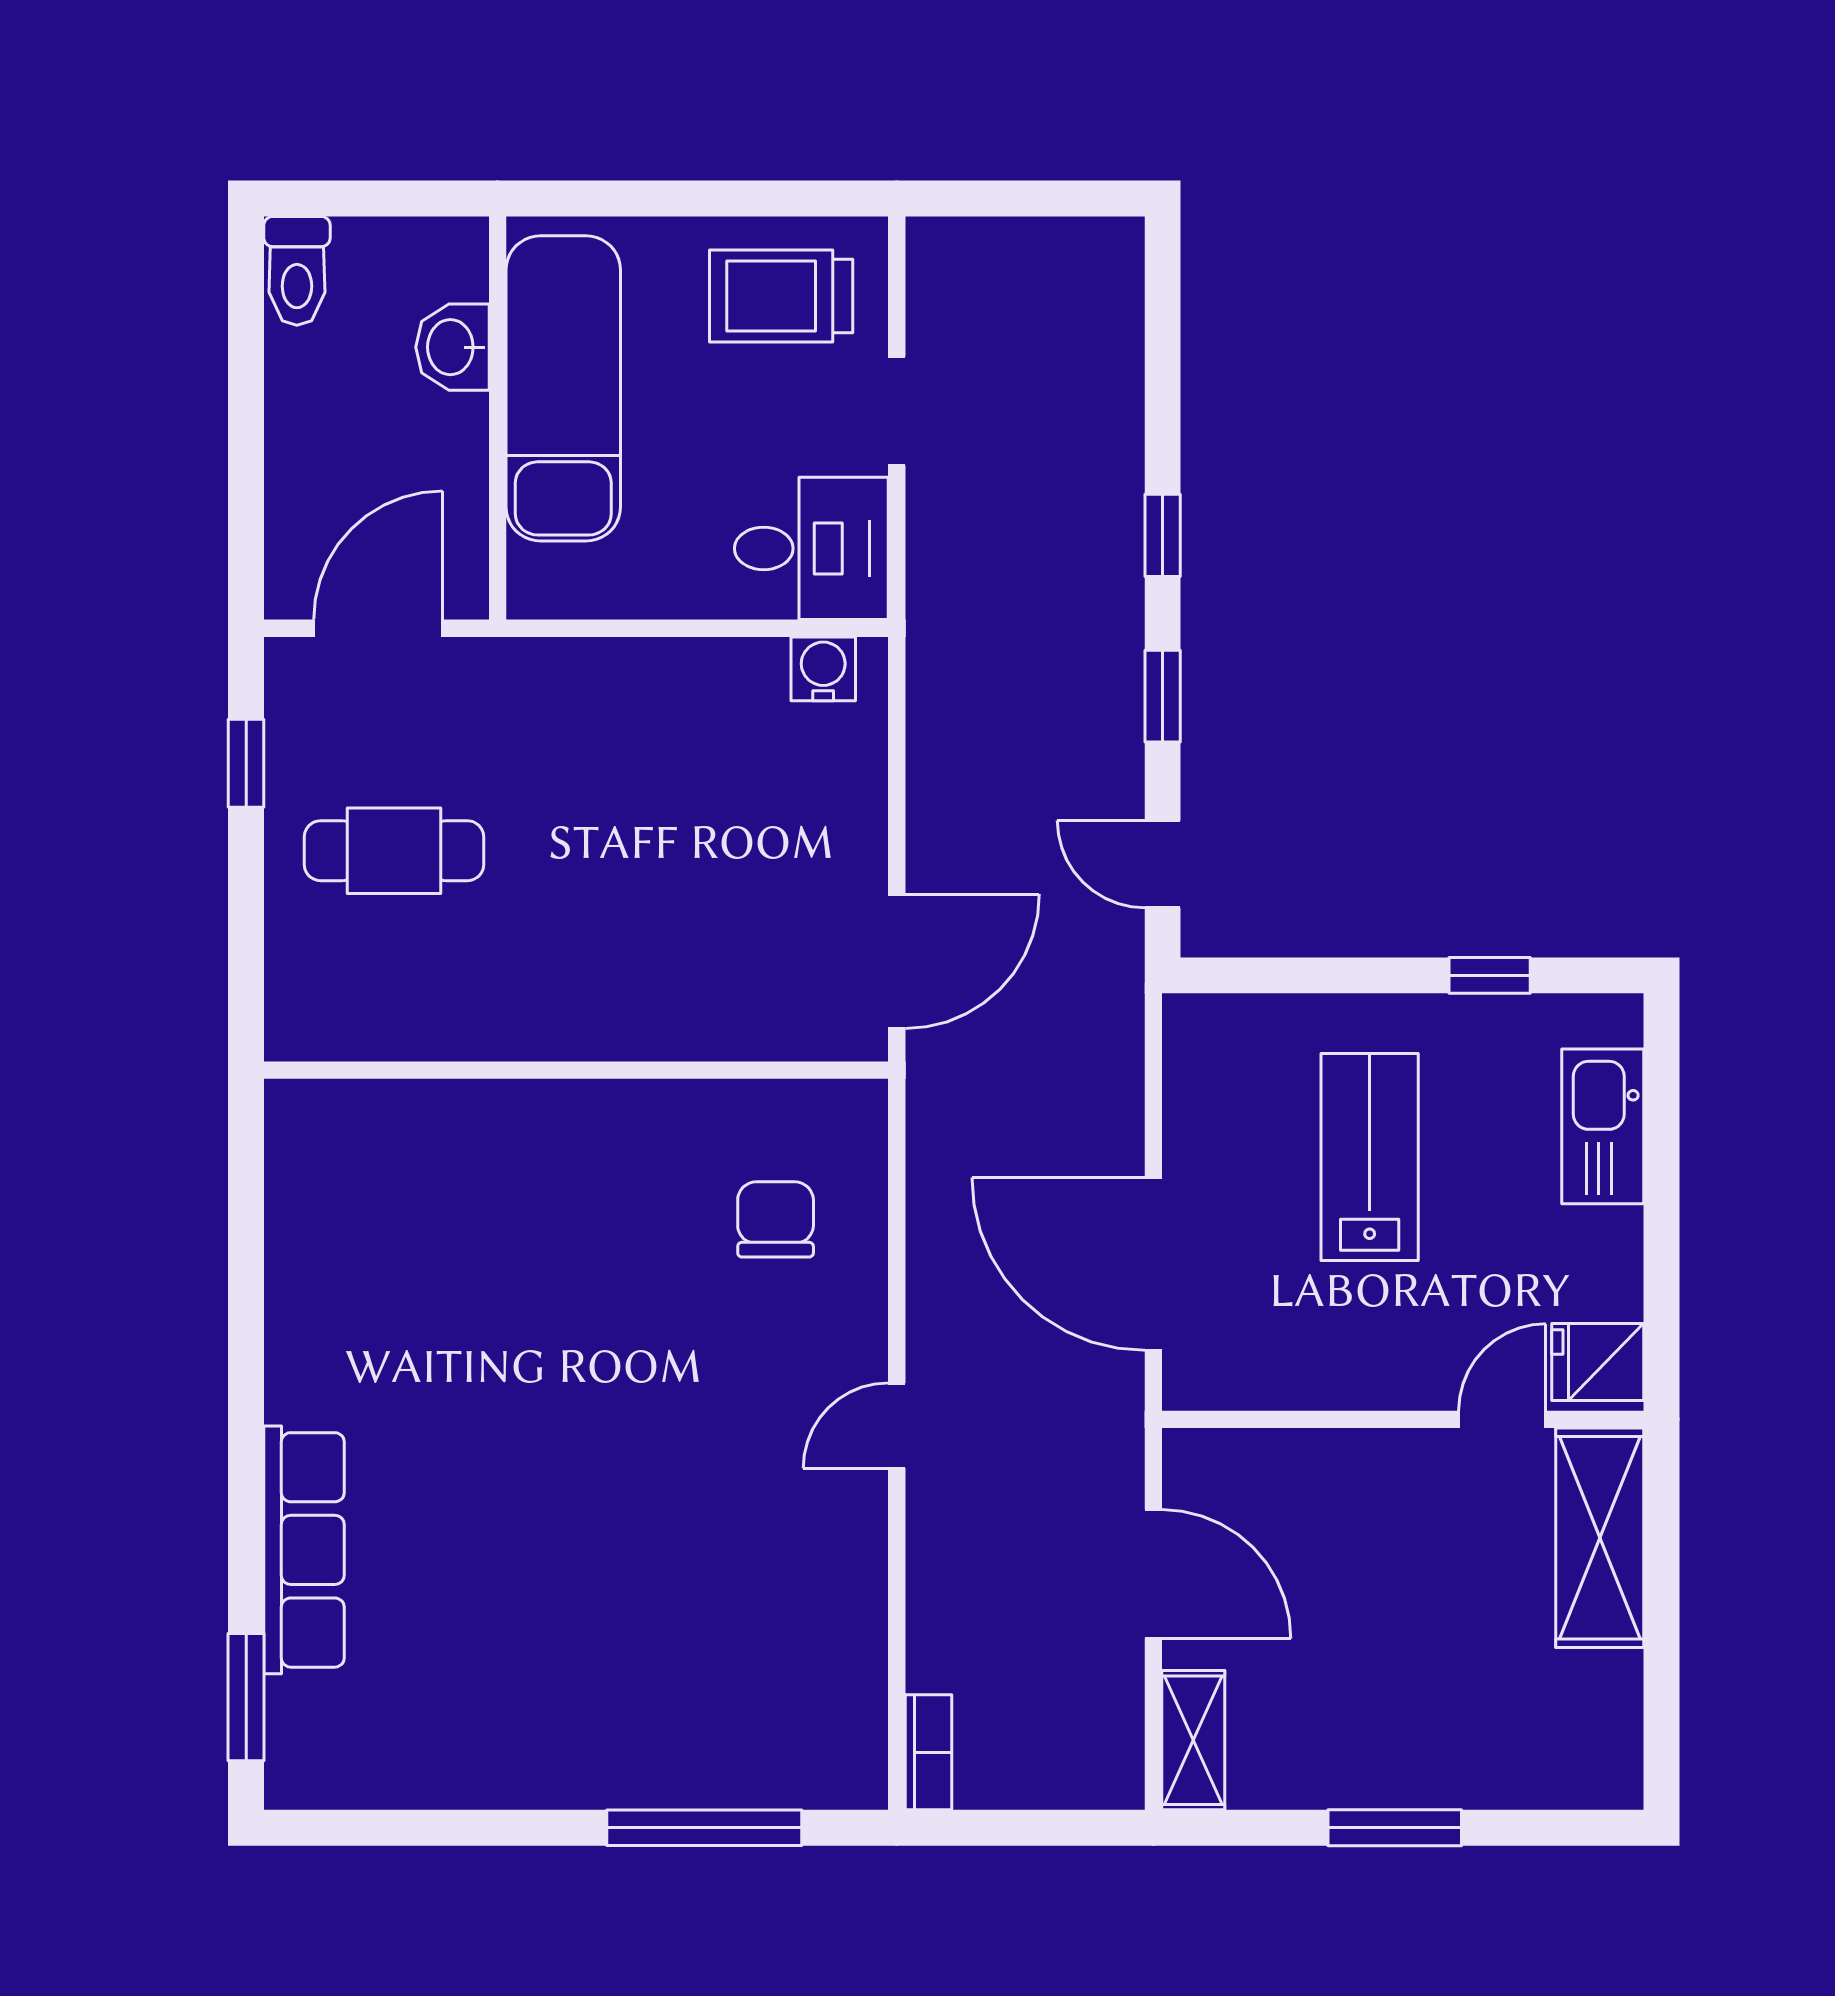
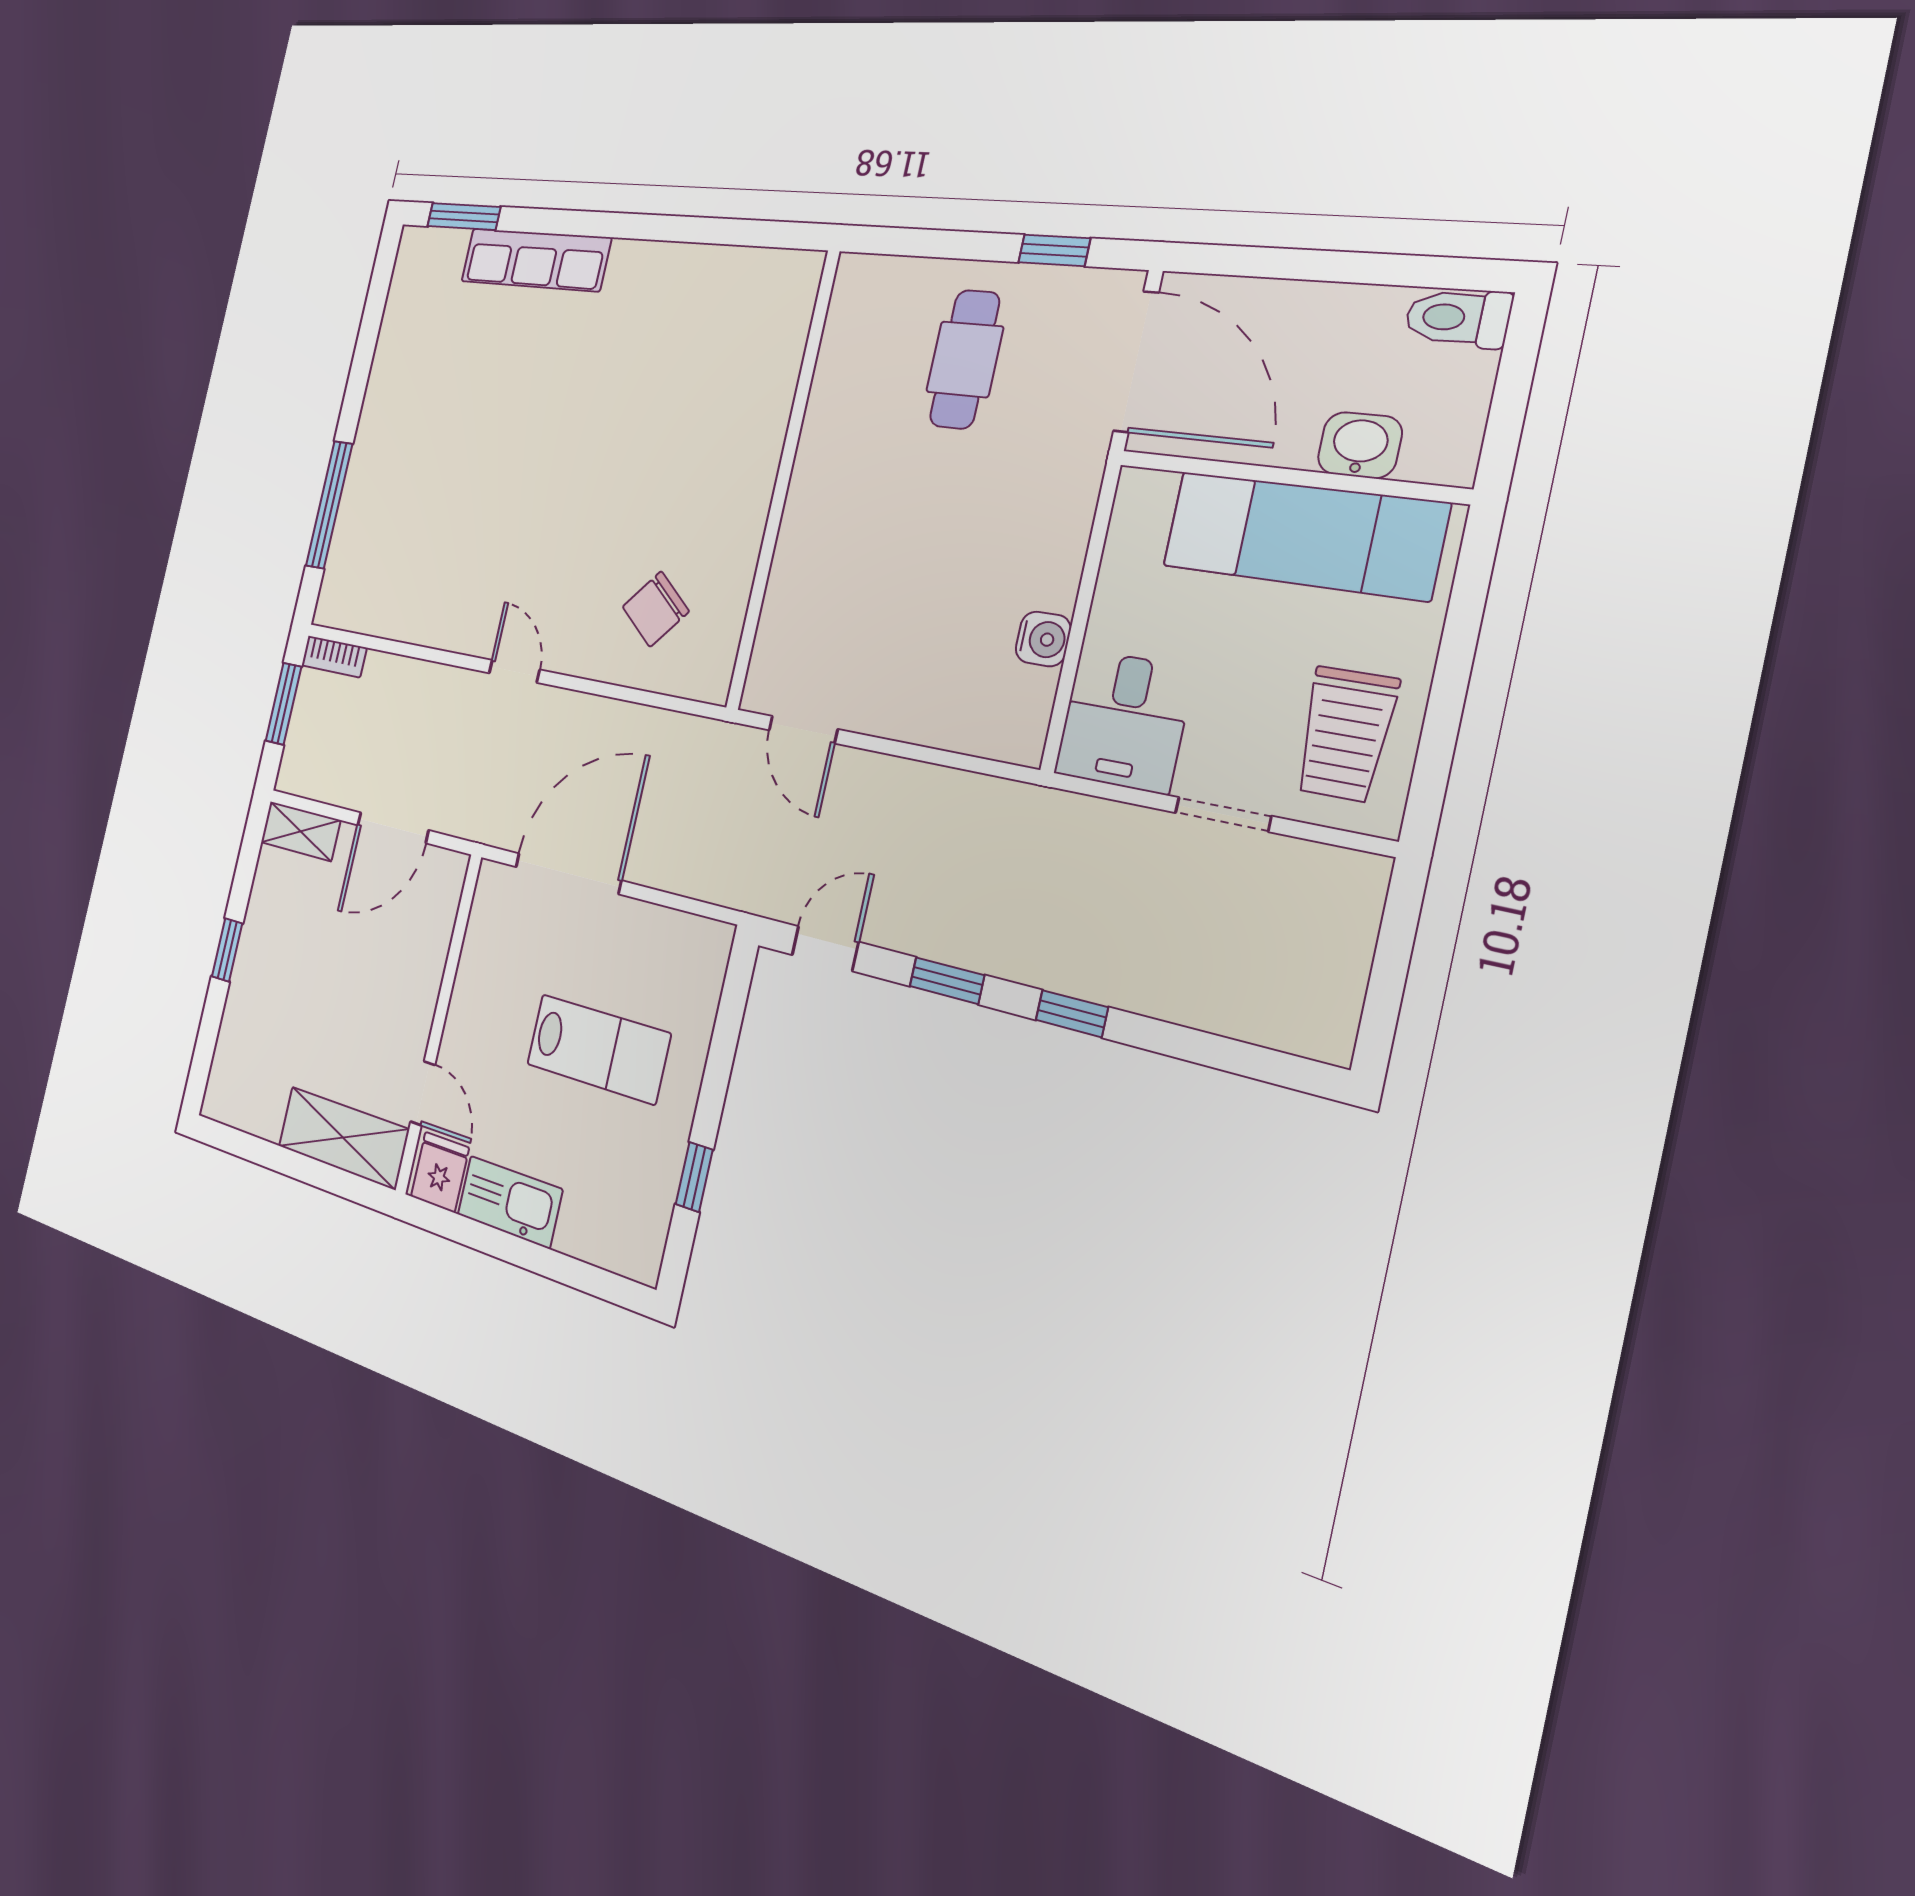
trolley: (781, 296) -> (1346, 734), turned 180
door: (378, 628) -> (1136, 362), width x1.36
water cooler: (823, 669) -> (1043, 639), moved
door: (897, 961) -> (803, 730), width x0.73
kitchen sink: (1603, 1126) -> (510, 1202), moved
chair: (776, 1219) -> (656, 609), turned 130
window: (1014, 1828) -> (284, 704), added
window: (1395, 1828) -> (227, 950), width x0.67

